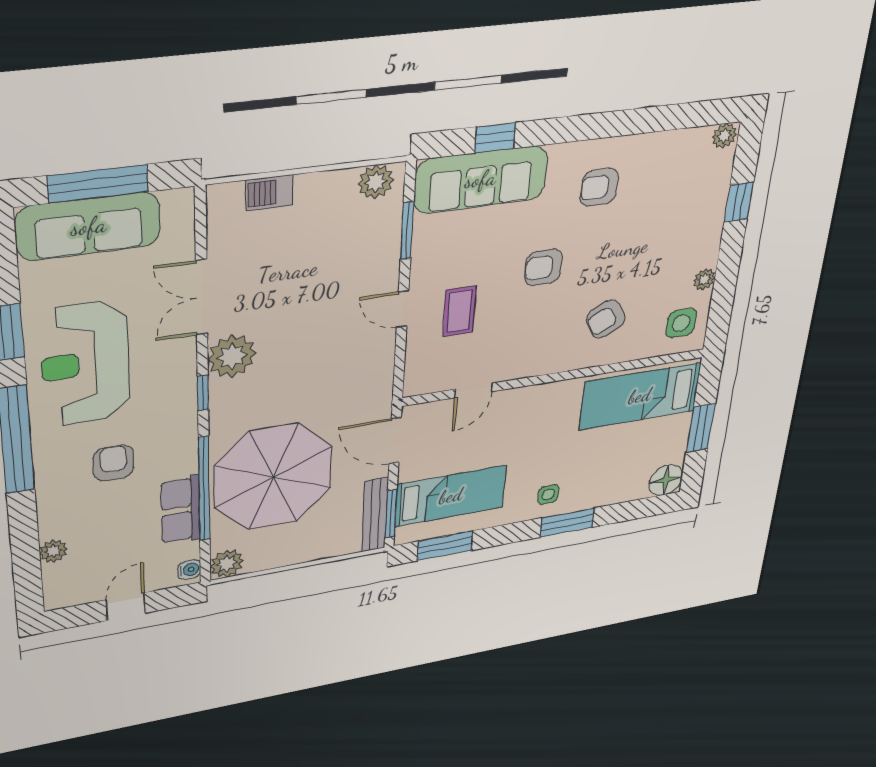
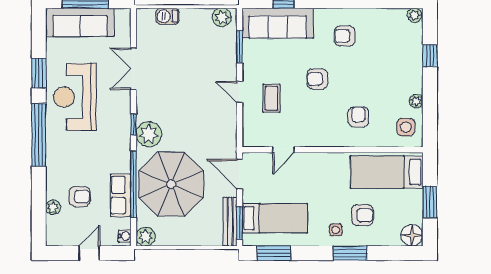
armchair: (606, 319) -> (358, 117), turned 119
plant: (232, 356) -> (149, 134), moved
armchair: (113, 463) -> (80, 197), moved, turned 90
armchair: (593, 466) -> (362, 215), added

